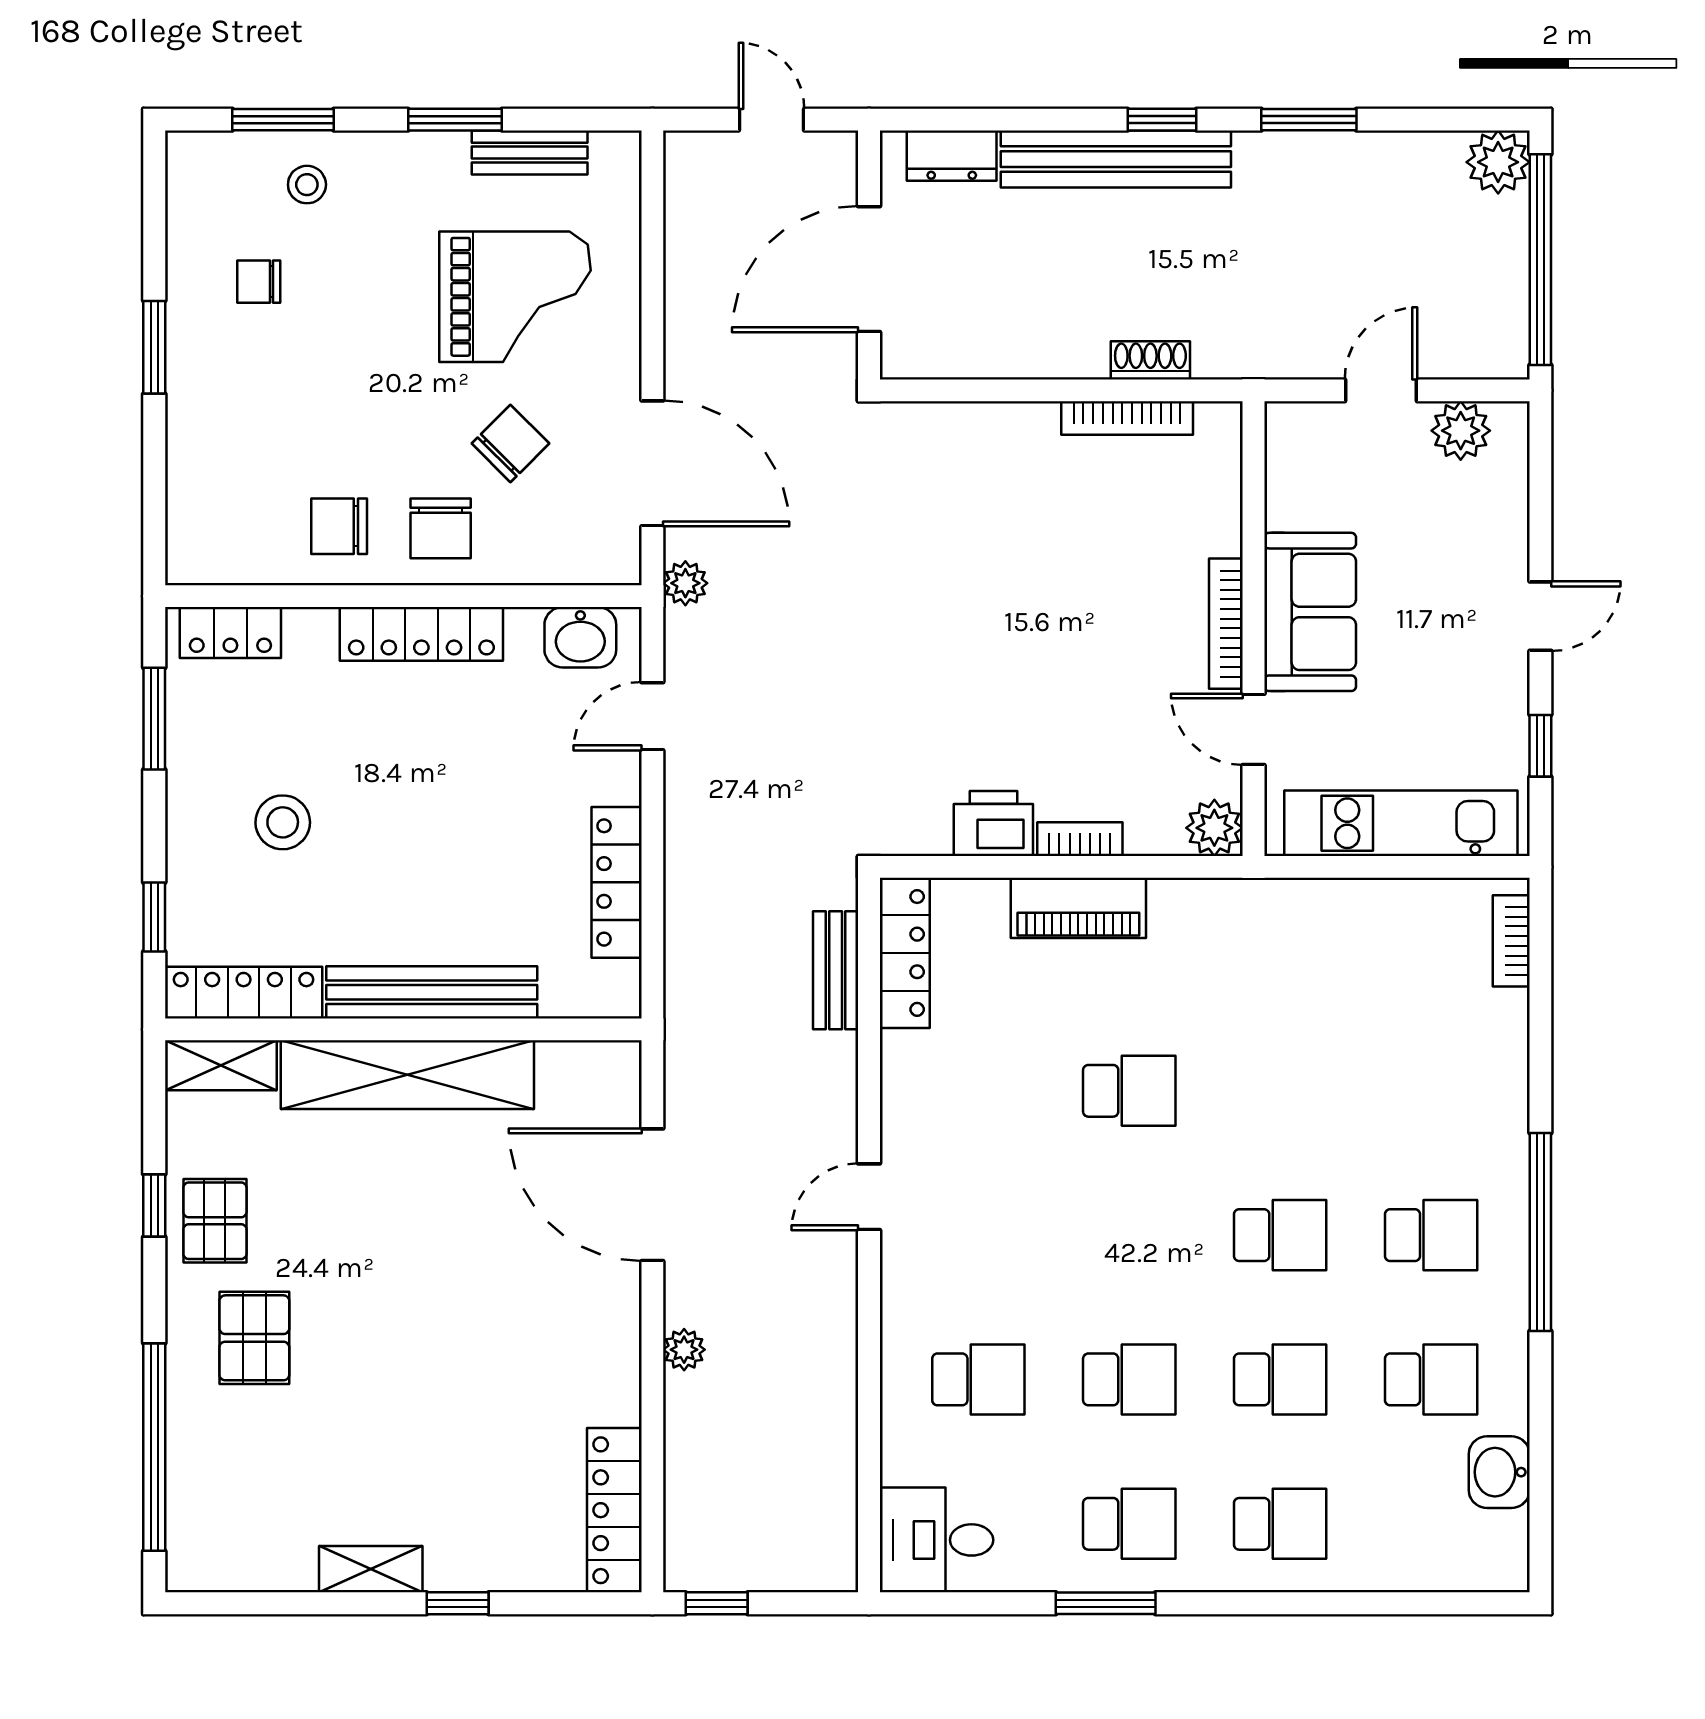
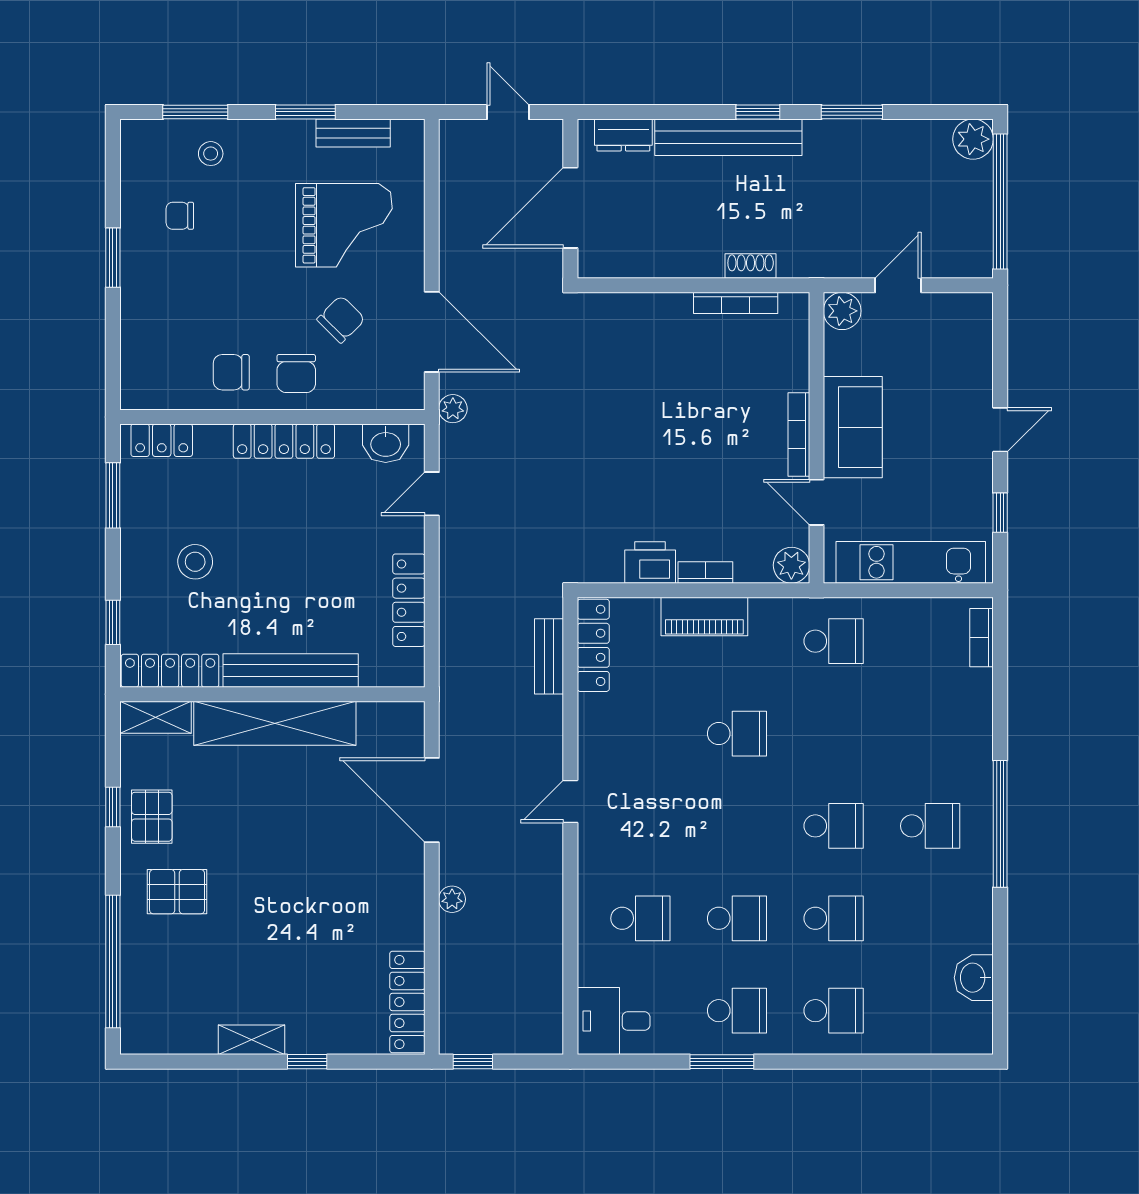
plant: (1461, 431) -> (842, 311), moved
pallet: (254, 1338) -> (177, 892), turned 90
school desk: (1431, 1379) -> (834, 641), moved

